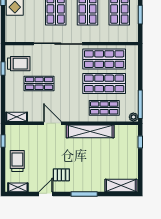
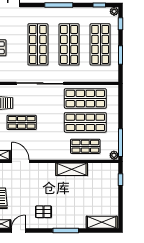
door: (53, 123) -> (20, 161), moved
shelving: (90, 131) -> (72, 169), width x0.68
door: (46, 194) -> (18, 230), moved

